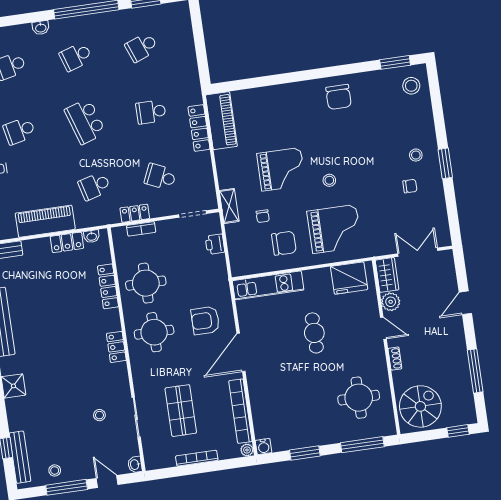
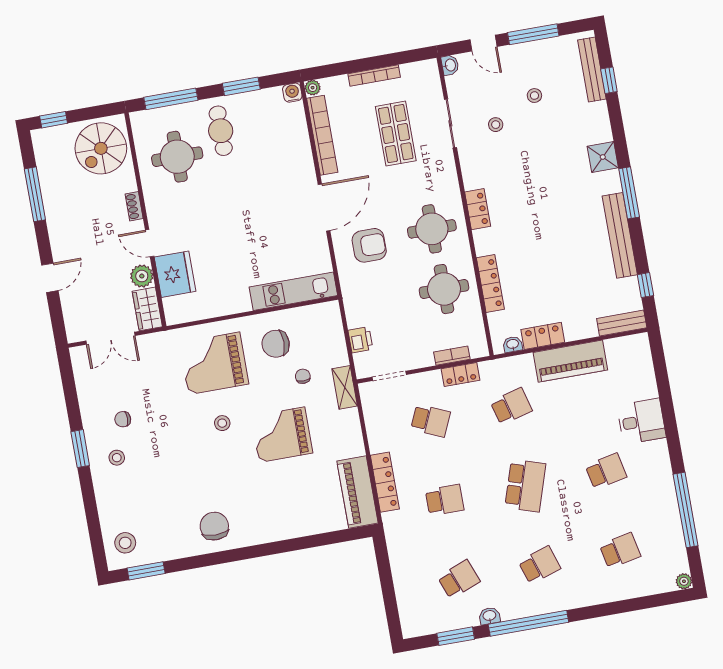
washbasin: (41, 28) -> (489, 616), moved
school desk: (85, 121) -> (525, 486), turned 36
fridge: (349, 278) -> (175, 274), moved, turned 90
cafe table: (314, 333) -> (221, 131), moved
stool: (55, 470) -> (534, 96), moved

